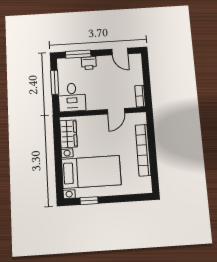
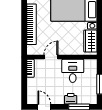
desk: (72, 97) -> (73, 71), moved

